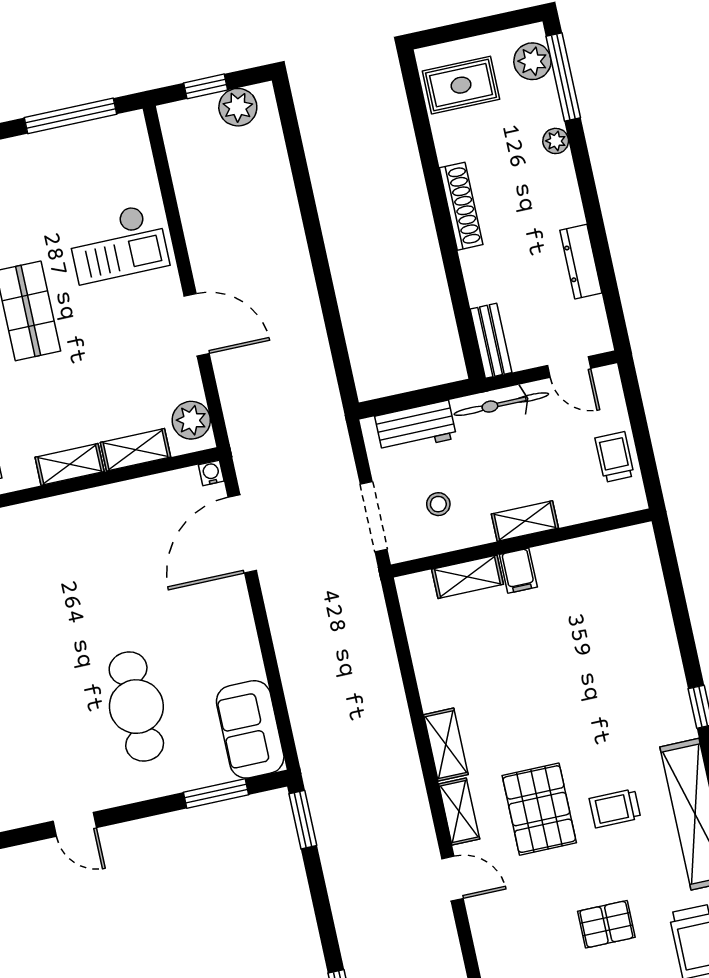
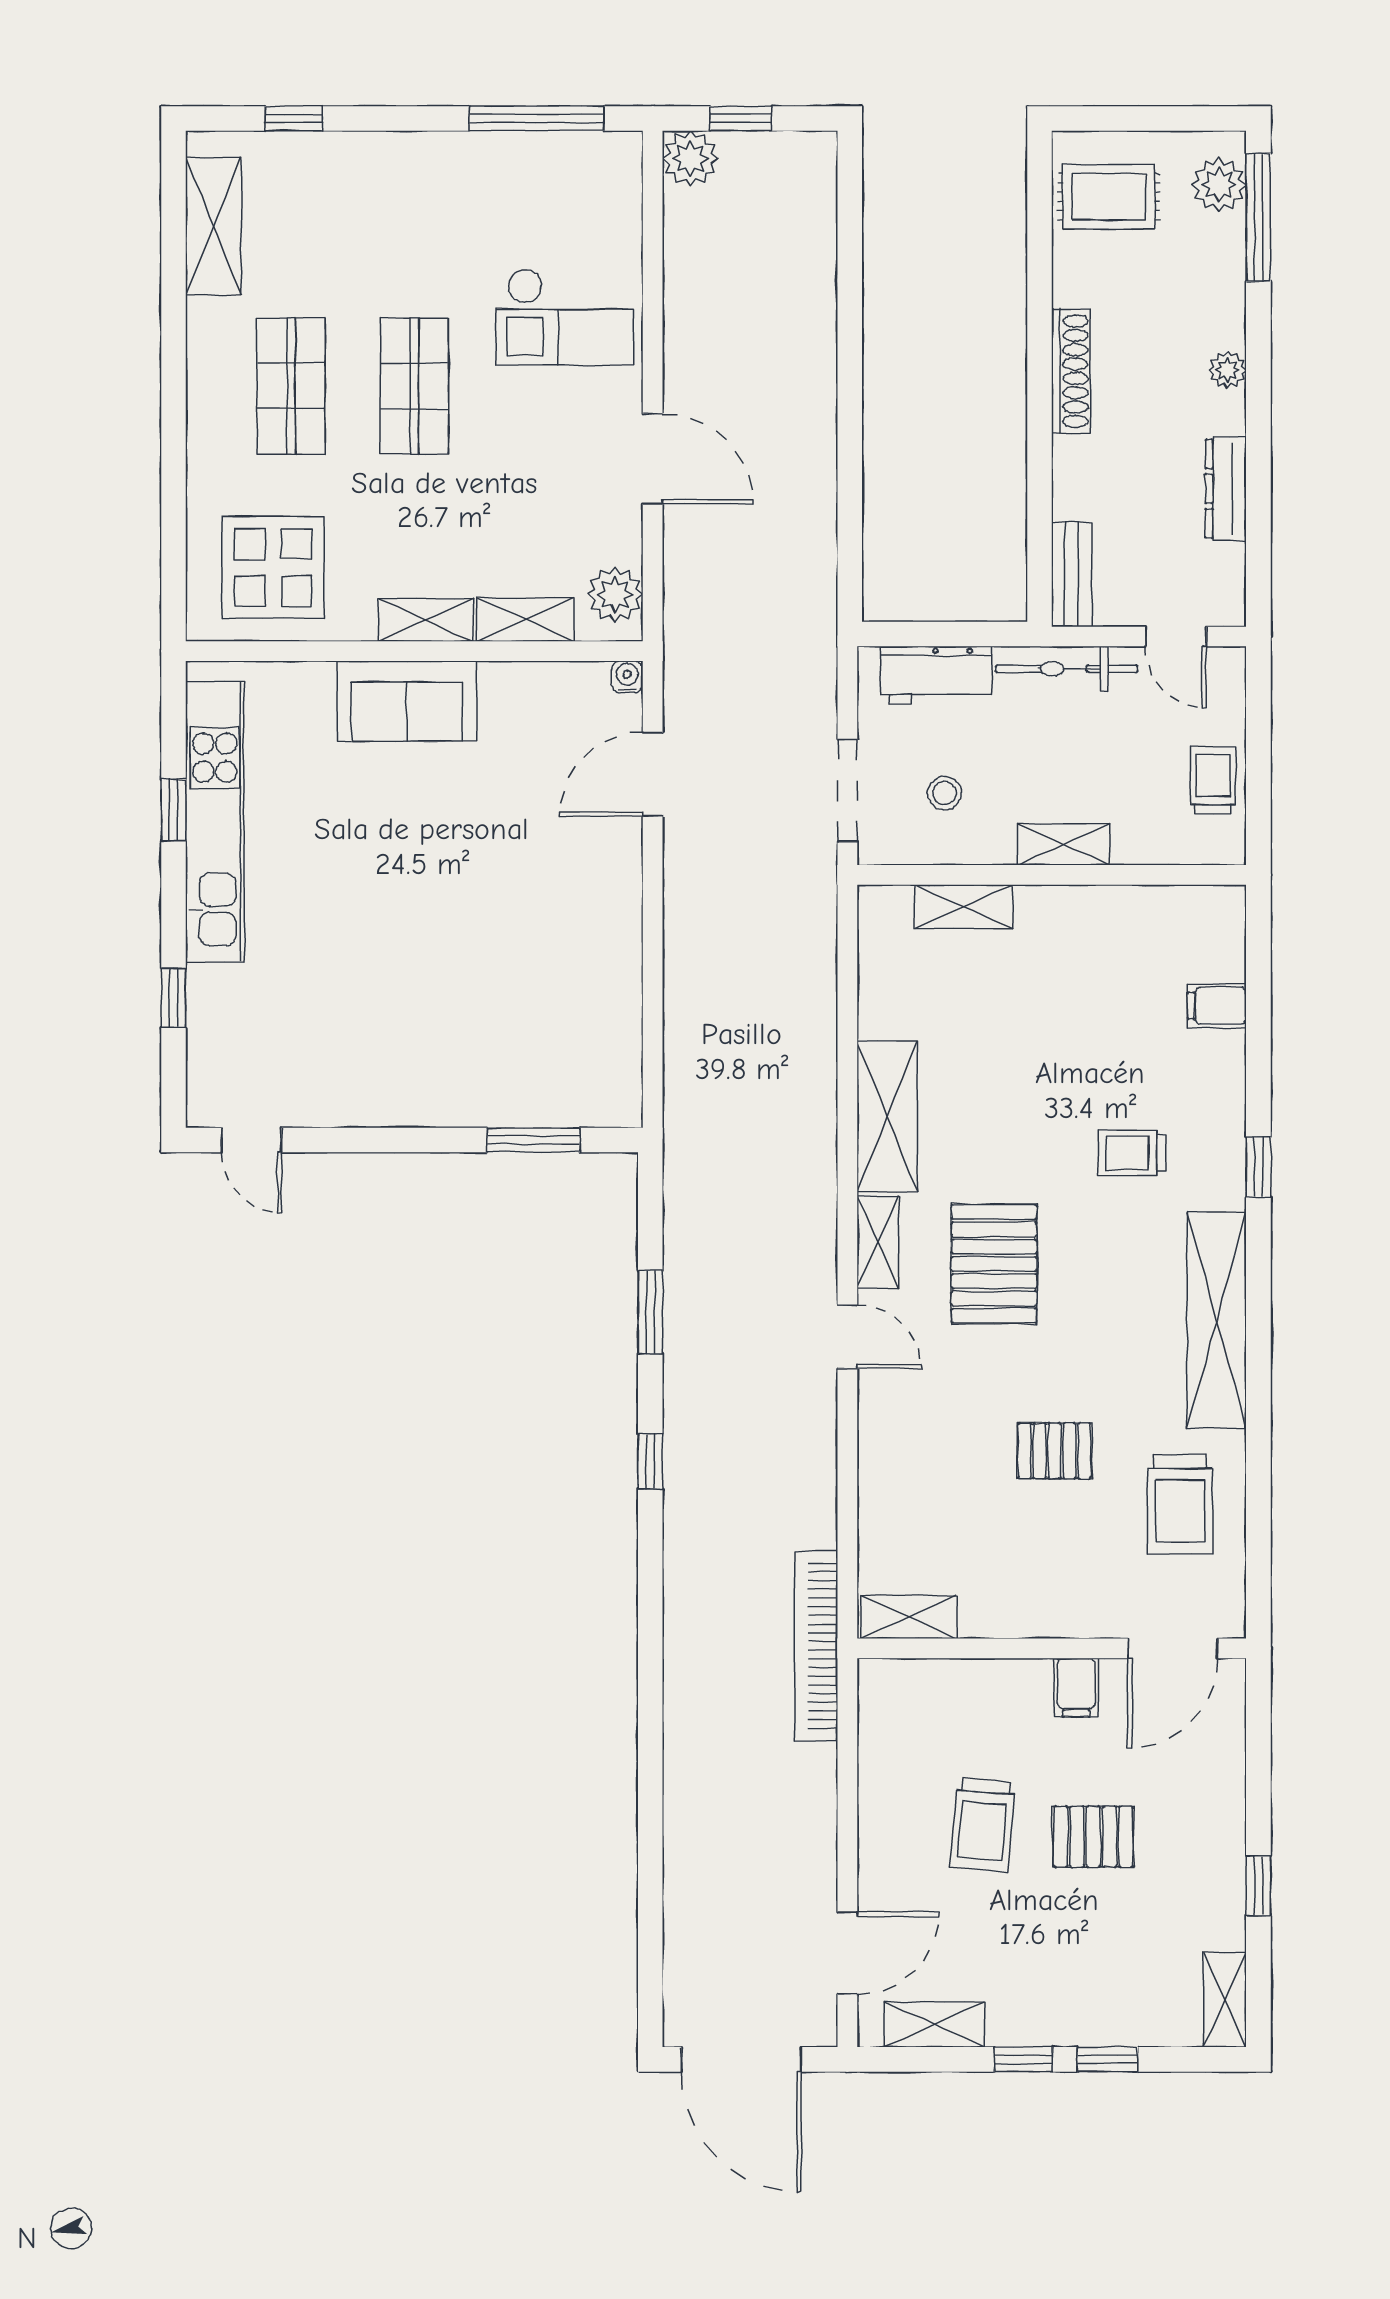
plant: (238, 107) -> (690, 158), moved
plant: (556, 141) -> (1227, 370), moved
door: (242, 534) -> (653, 774), width x0.73
filing cabinet: (518, 571) -> (1217, 1006), moved, turned 90
cafe table: (136, 707) -> (446, 990), removed
sofa: (250, 729) -> (407, 701), moved, turned -90
shelving: (446, 745) -> (887, 1117), width x1.50, depth x1.33
trolley: (615, 808) -> (1132, 1153), moved
window: (303, 820) -> (650, 1312), moved
door: (75, 824) -> (251, 1140), moved

